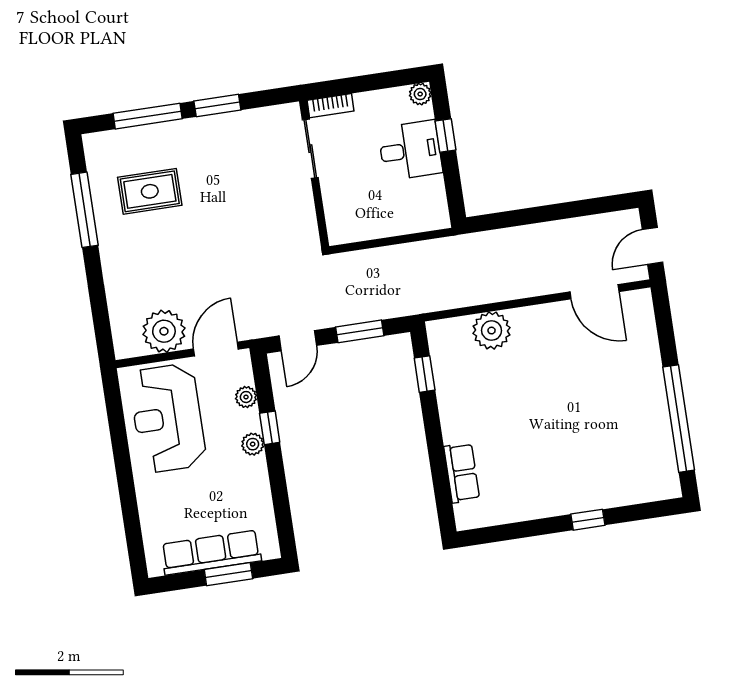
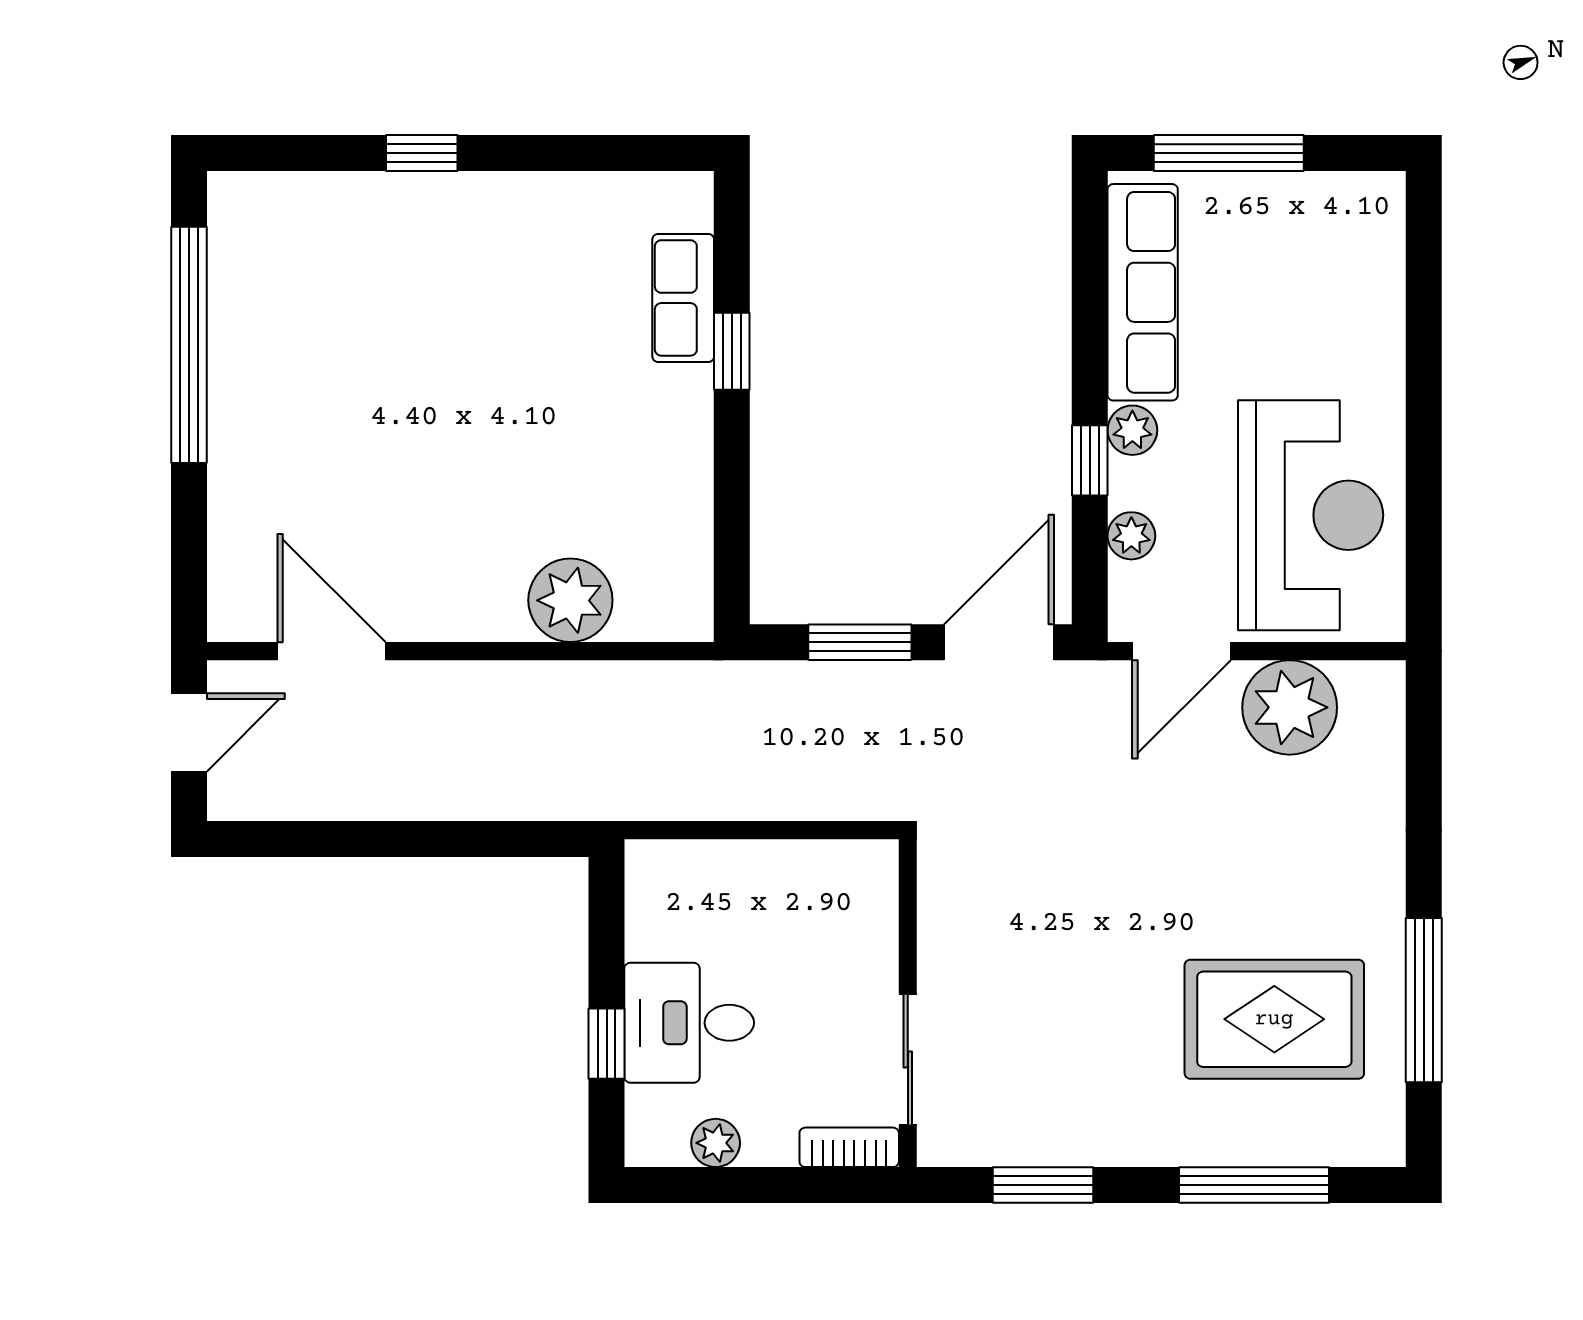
plant: (420, 94) -> (716, 1143), moved
window: (217, 106) -> (1043, 1185), moved
rug: (150, 191) -> (1274, 1019), width x1.36, depth x1.43
door: (298, 341) -> (999, 642), width x1.38
window: (425, 374) -> (732, 351), moved
row of seats: (211, 553) -> (1143, 292), moved, turned -90
window: (228, 574) -> (1229, 153), width x1.44

